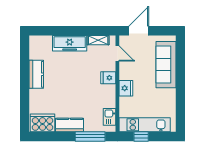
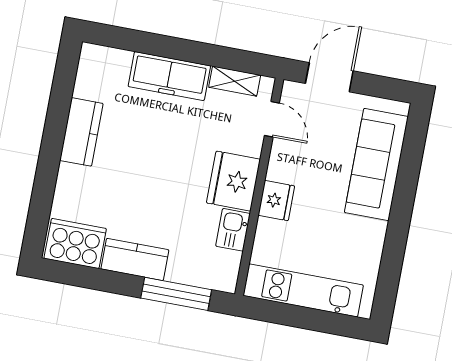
fridge: (108, 78) -> (233, 181), width x1.88, depth x1.34
kitchen sink: (109, 117) -> (233, 230), moved
window: (141, 136) -> (290, 315), removed

